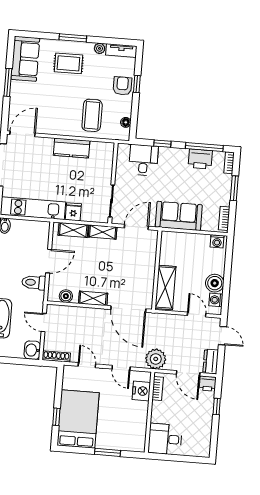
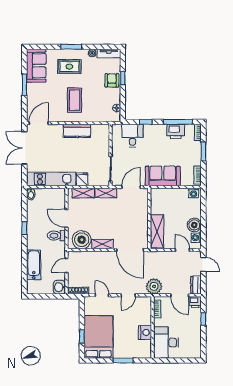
coffee table: (92, 115) -> (75, 100), moved
door: (49, 261) -> (66, 218), swing flipped
boiler: (66, 296) -> (82, 240), width x1.86, depth x1.86
door: (44, 323) -> (66, 265), hinge flipped
door: (121, 368) -> (128, 295), hinge flipped
nightstand: (141, 391) -> (145, 333), moved
desk: (165, 439) -> (166, 343), width x1.37

